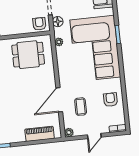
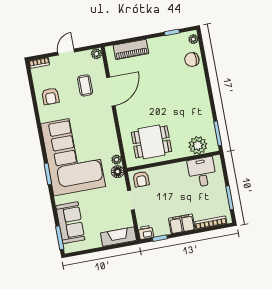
floor lamp: (58, 22) -> (118, 172), moved

